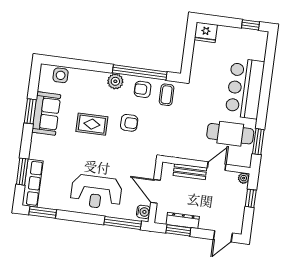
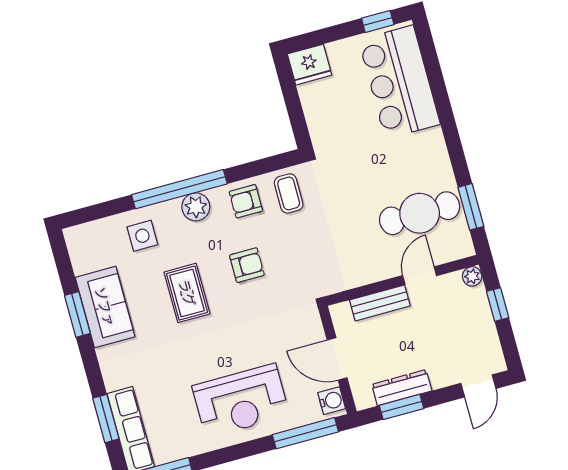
window: (140, 72) -> (179, 189), moved
side table: (61, 75) -> (142, 236), moved
bar counter: (245, 88) -> (399, 82), moved
rug: (92, 124) -> (187, 293), turned 90

